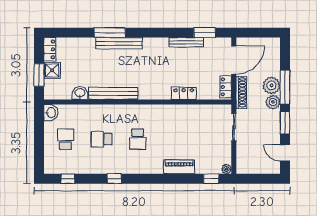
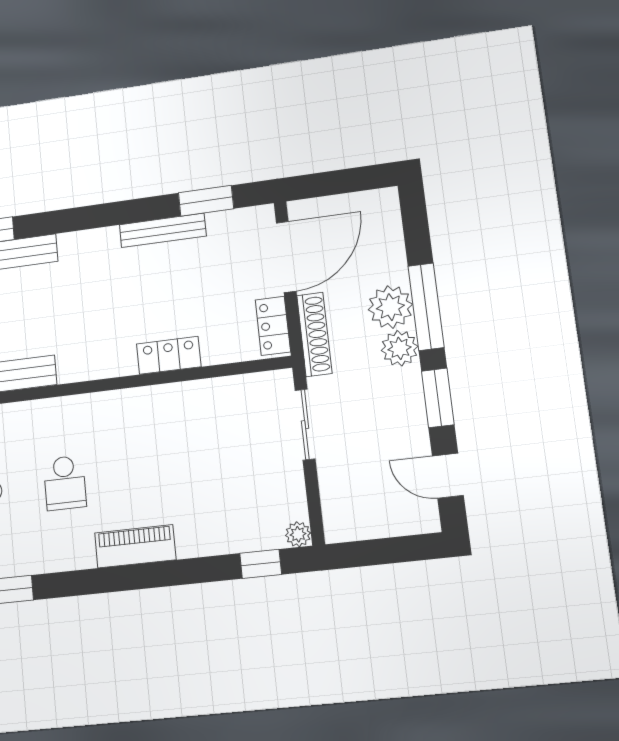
piano: (179, 167) -> (135, 546), moved

